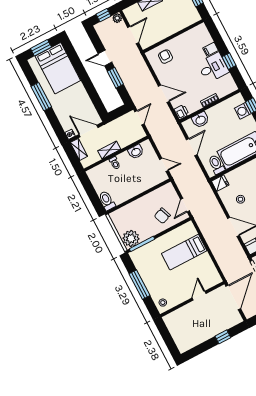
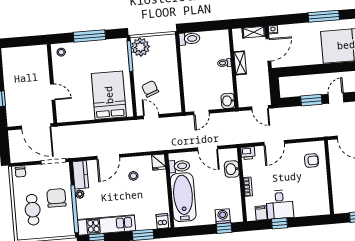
filing cabinet: (211, 49) -> (261, 213), moved
washbasin: (136, 152) -> (228, 101), moved
bed: (184, 252) -> (109, 95), width x1.50

